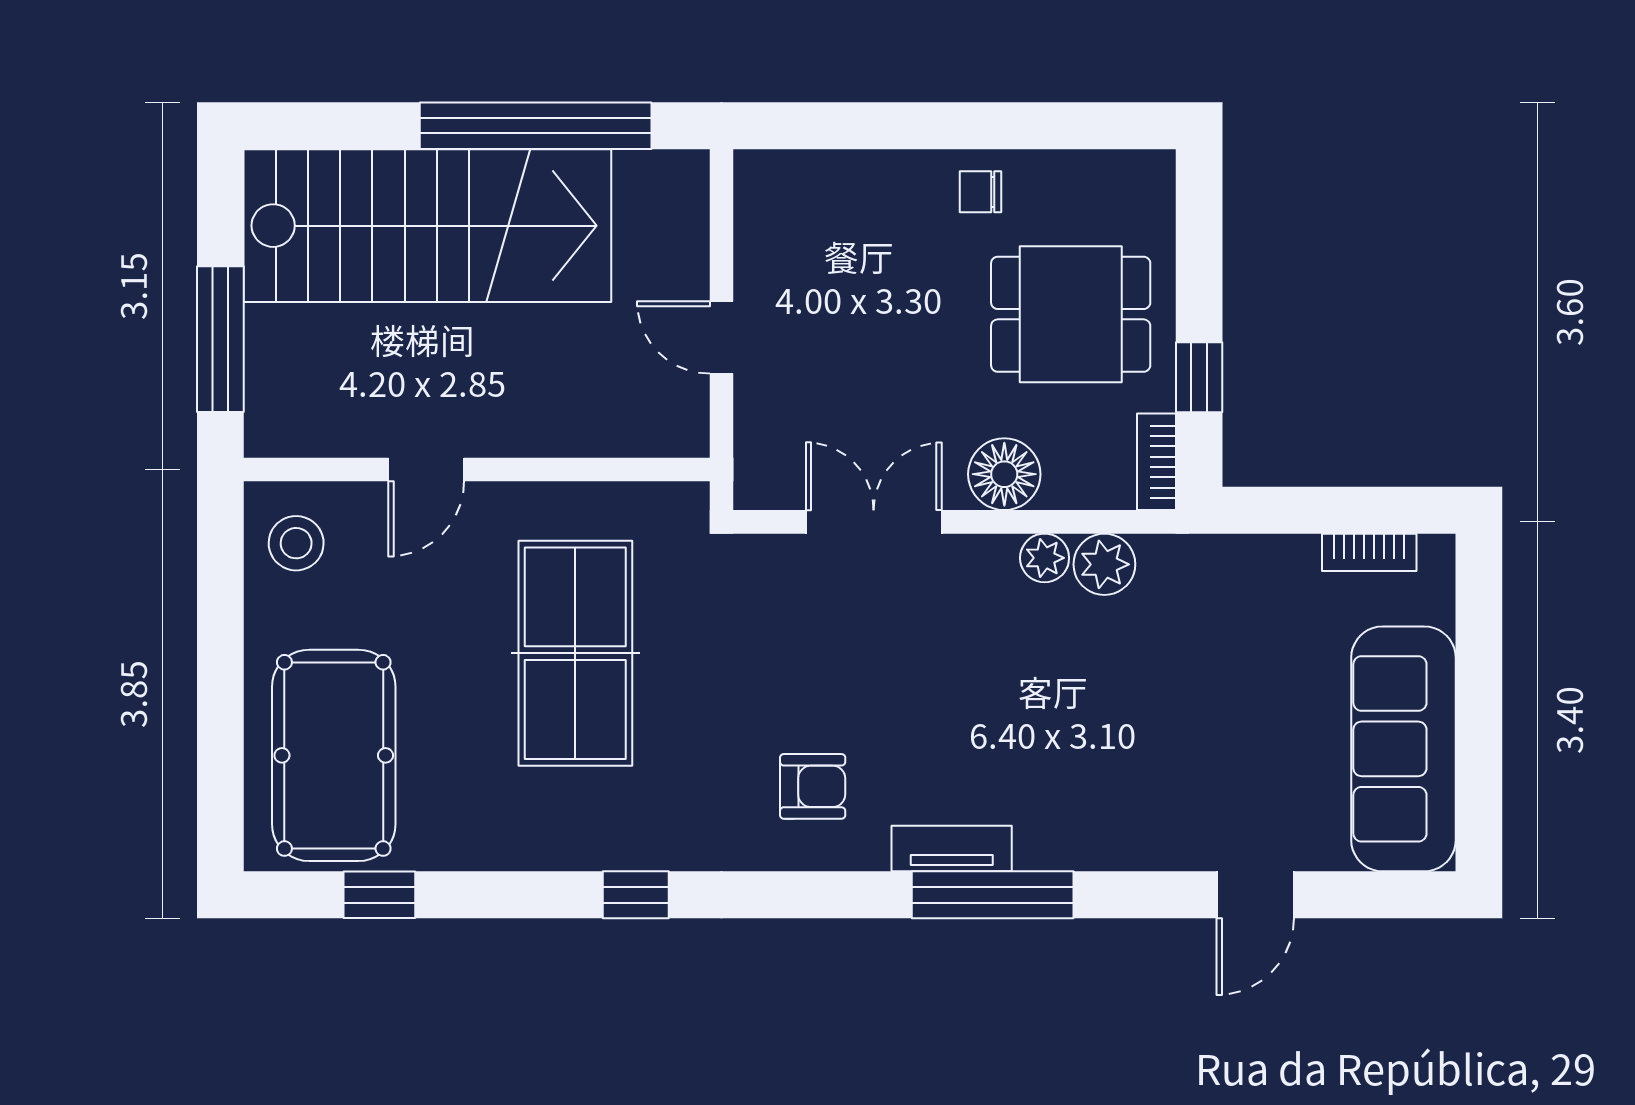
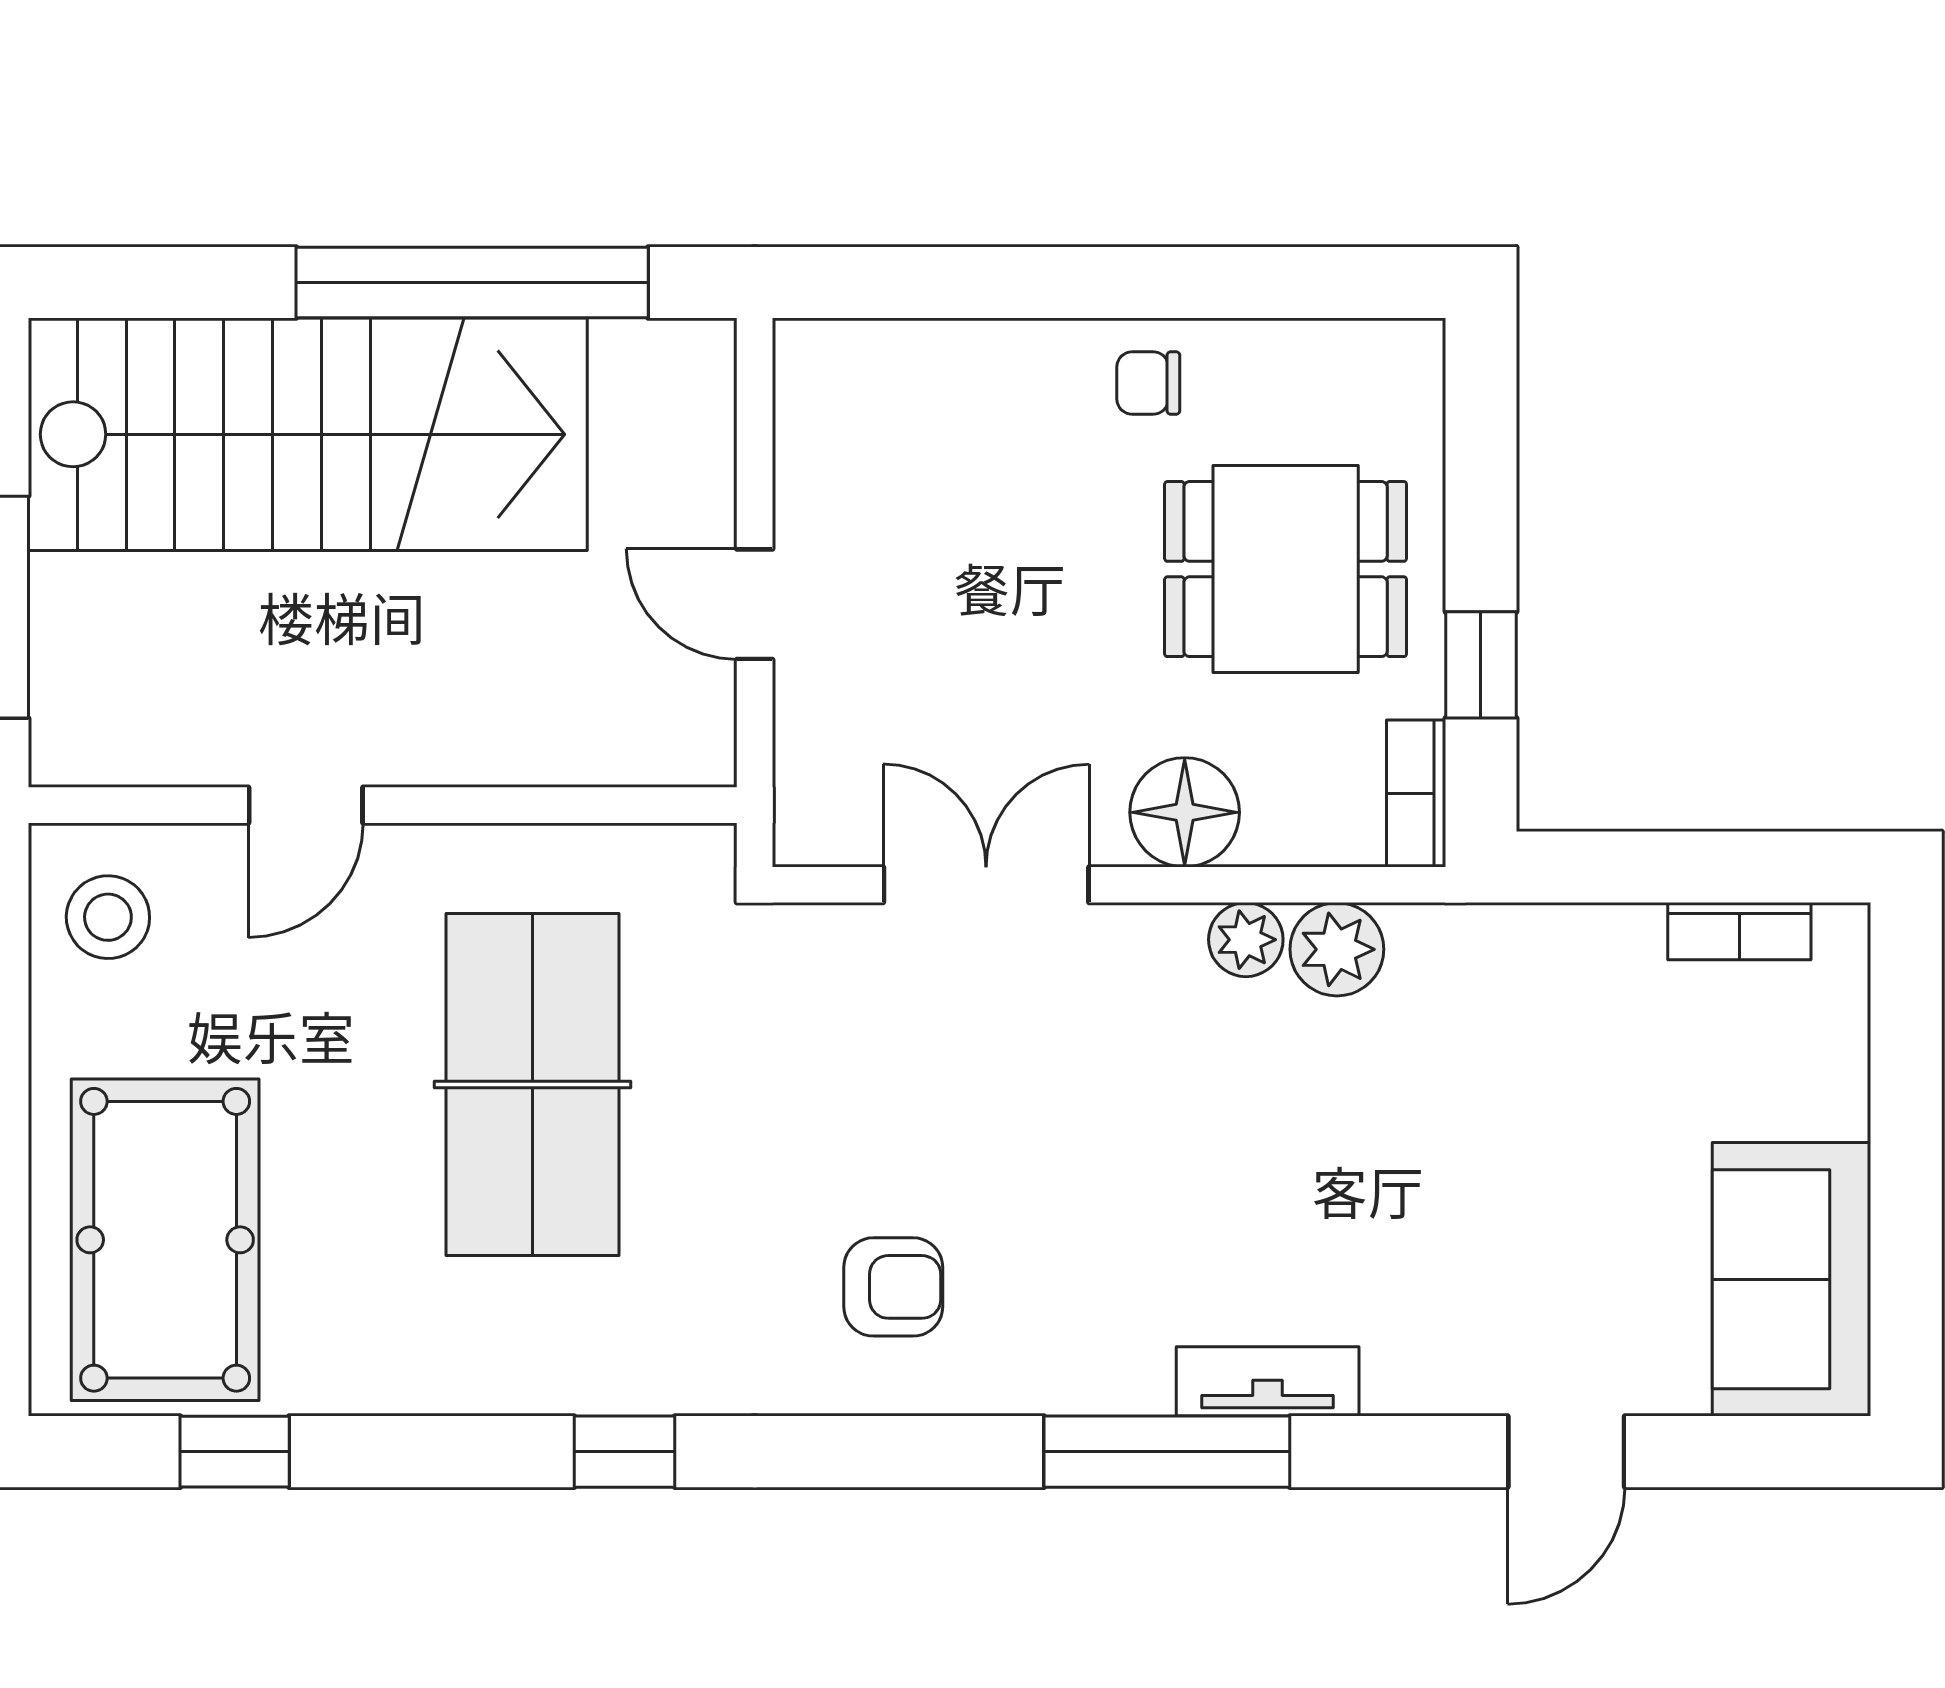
sofa: (1403, 749) -> (1792, 1279), width x0.73
tv unit: (952, 849) -> (1268, 1381), moved

